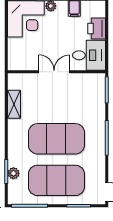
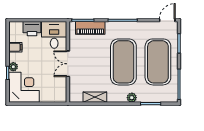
piano: (97, 99) -> (90, 28), added
plant: (13, 173) -> (132, 98), moved

